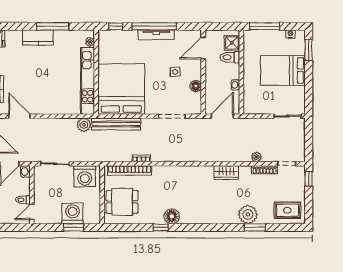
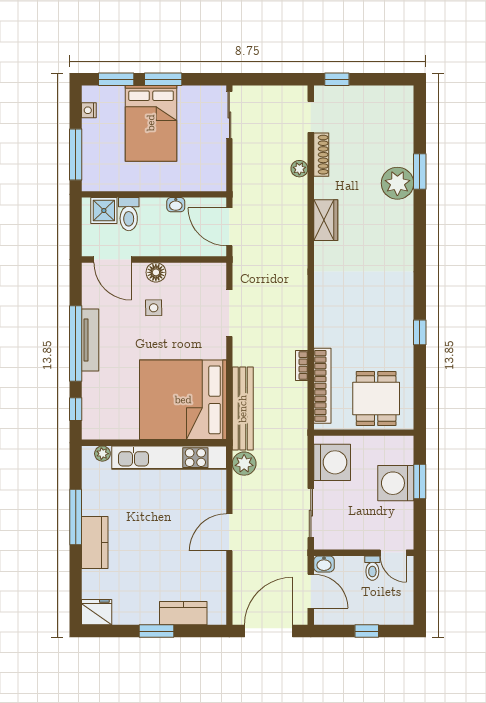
window: (309, 77) -> (163, 79), added
floor lamp: (196, 86) -> (156, 272), moved
door: (19, 116) -> (229, 532), moved
rug: (287, 210) -> (390, 116), removed
floor lamp: (172, 216) -> (401, 313), removed

